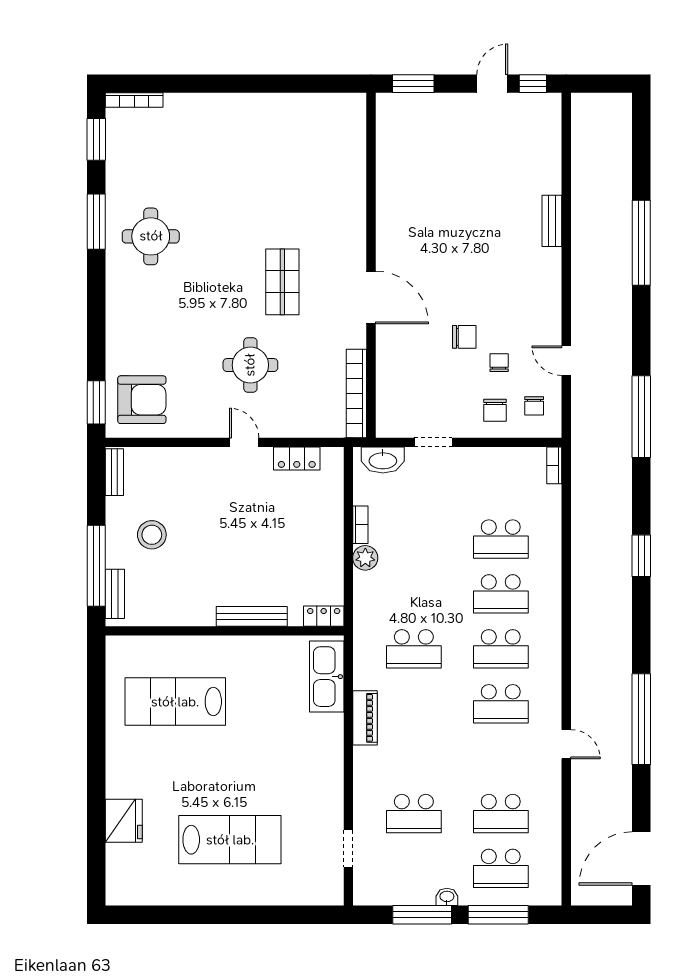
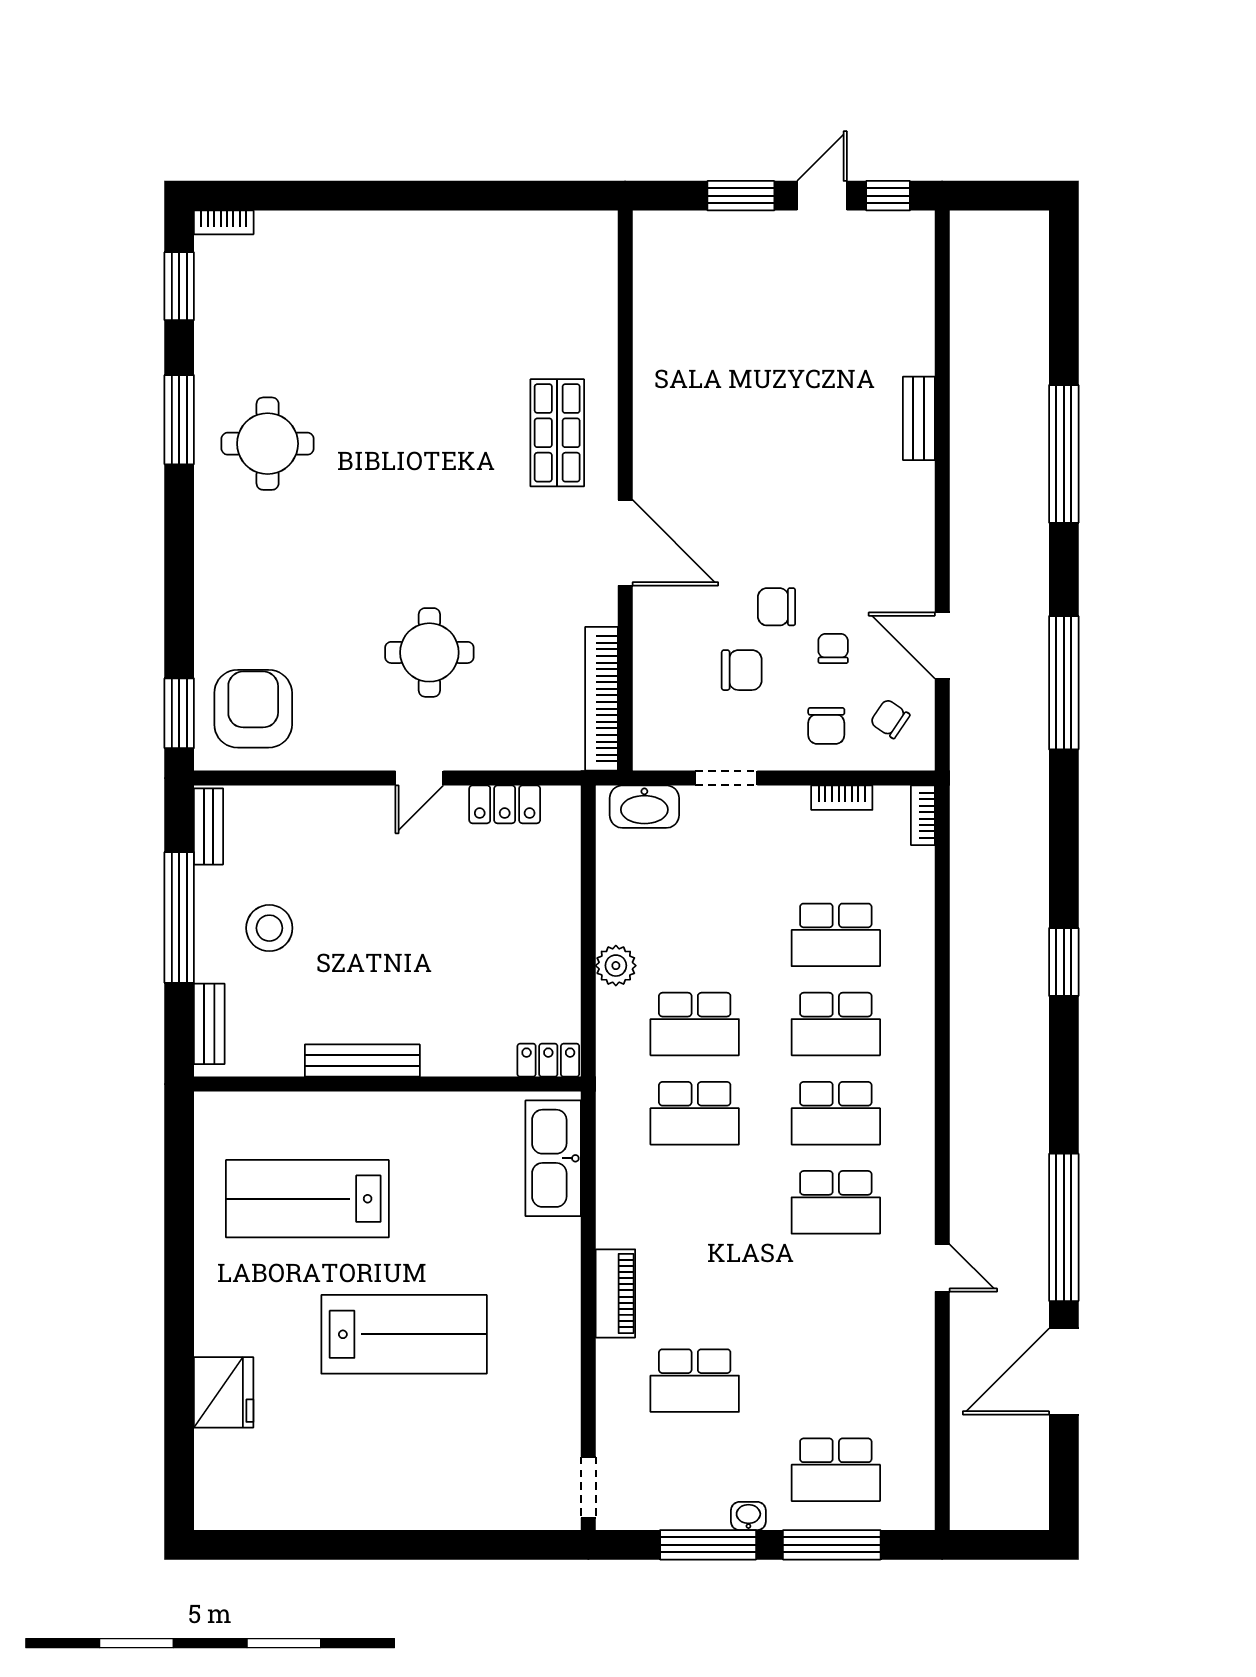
window: (413, 84) -> (741, 196), moved
bookcase: (134, 100) -> (224, 222), width x0.64
shop shelf: (282, 282) -> (557, 433), moved
chair: (464, 337) -> (777, 607), turned 180
door: (566, 361) -> (942, 646), width x1.38
chair: (443, 376) -> (742, 670), added
armchair: (142, 400) -> (253, 709), turned -90
chair: (534, 406) -> (890, 719), turned 124
window: (641, 417) -> (1064, 683), moved
door: (244, 442) -> (419, 778), swing flipped
bookcase: (360, 525) -> (842, 798), moved, turned 90
window: (96, 566) -> (179, 917), moved
bench: (252, 616) -> (362, 1061), moved
piano: (365, 718) -> (615, 1293), moved
school desk: (501, 814) -> (695, 1024), moved
lab bench: (230, 840) -> (404, 1334), moved
doorway: (348, 849) -> (588, 1487), moved
door: (641, 858) -> (1064, 1371), moved

